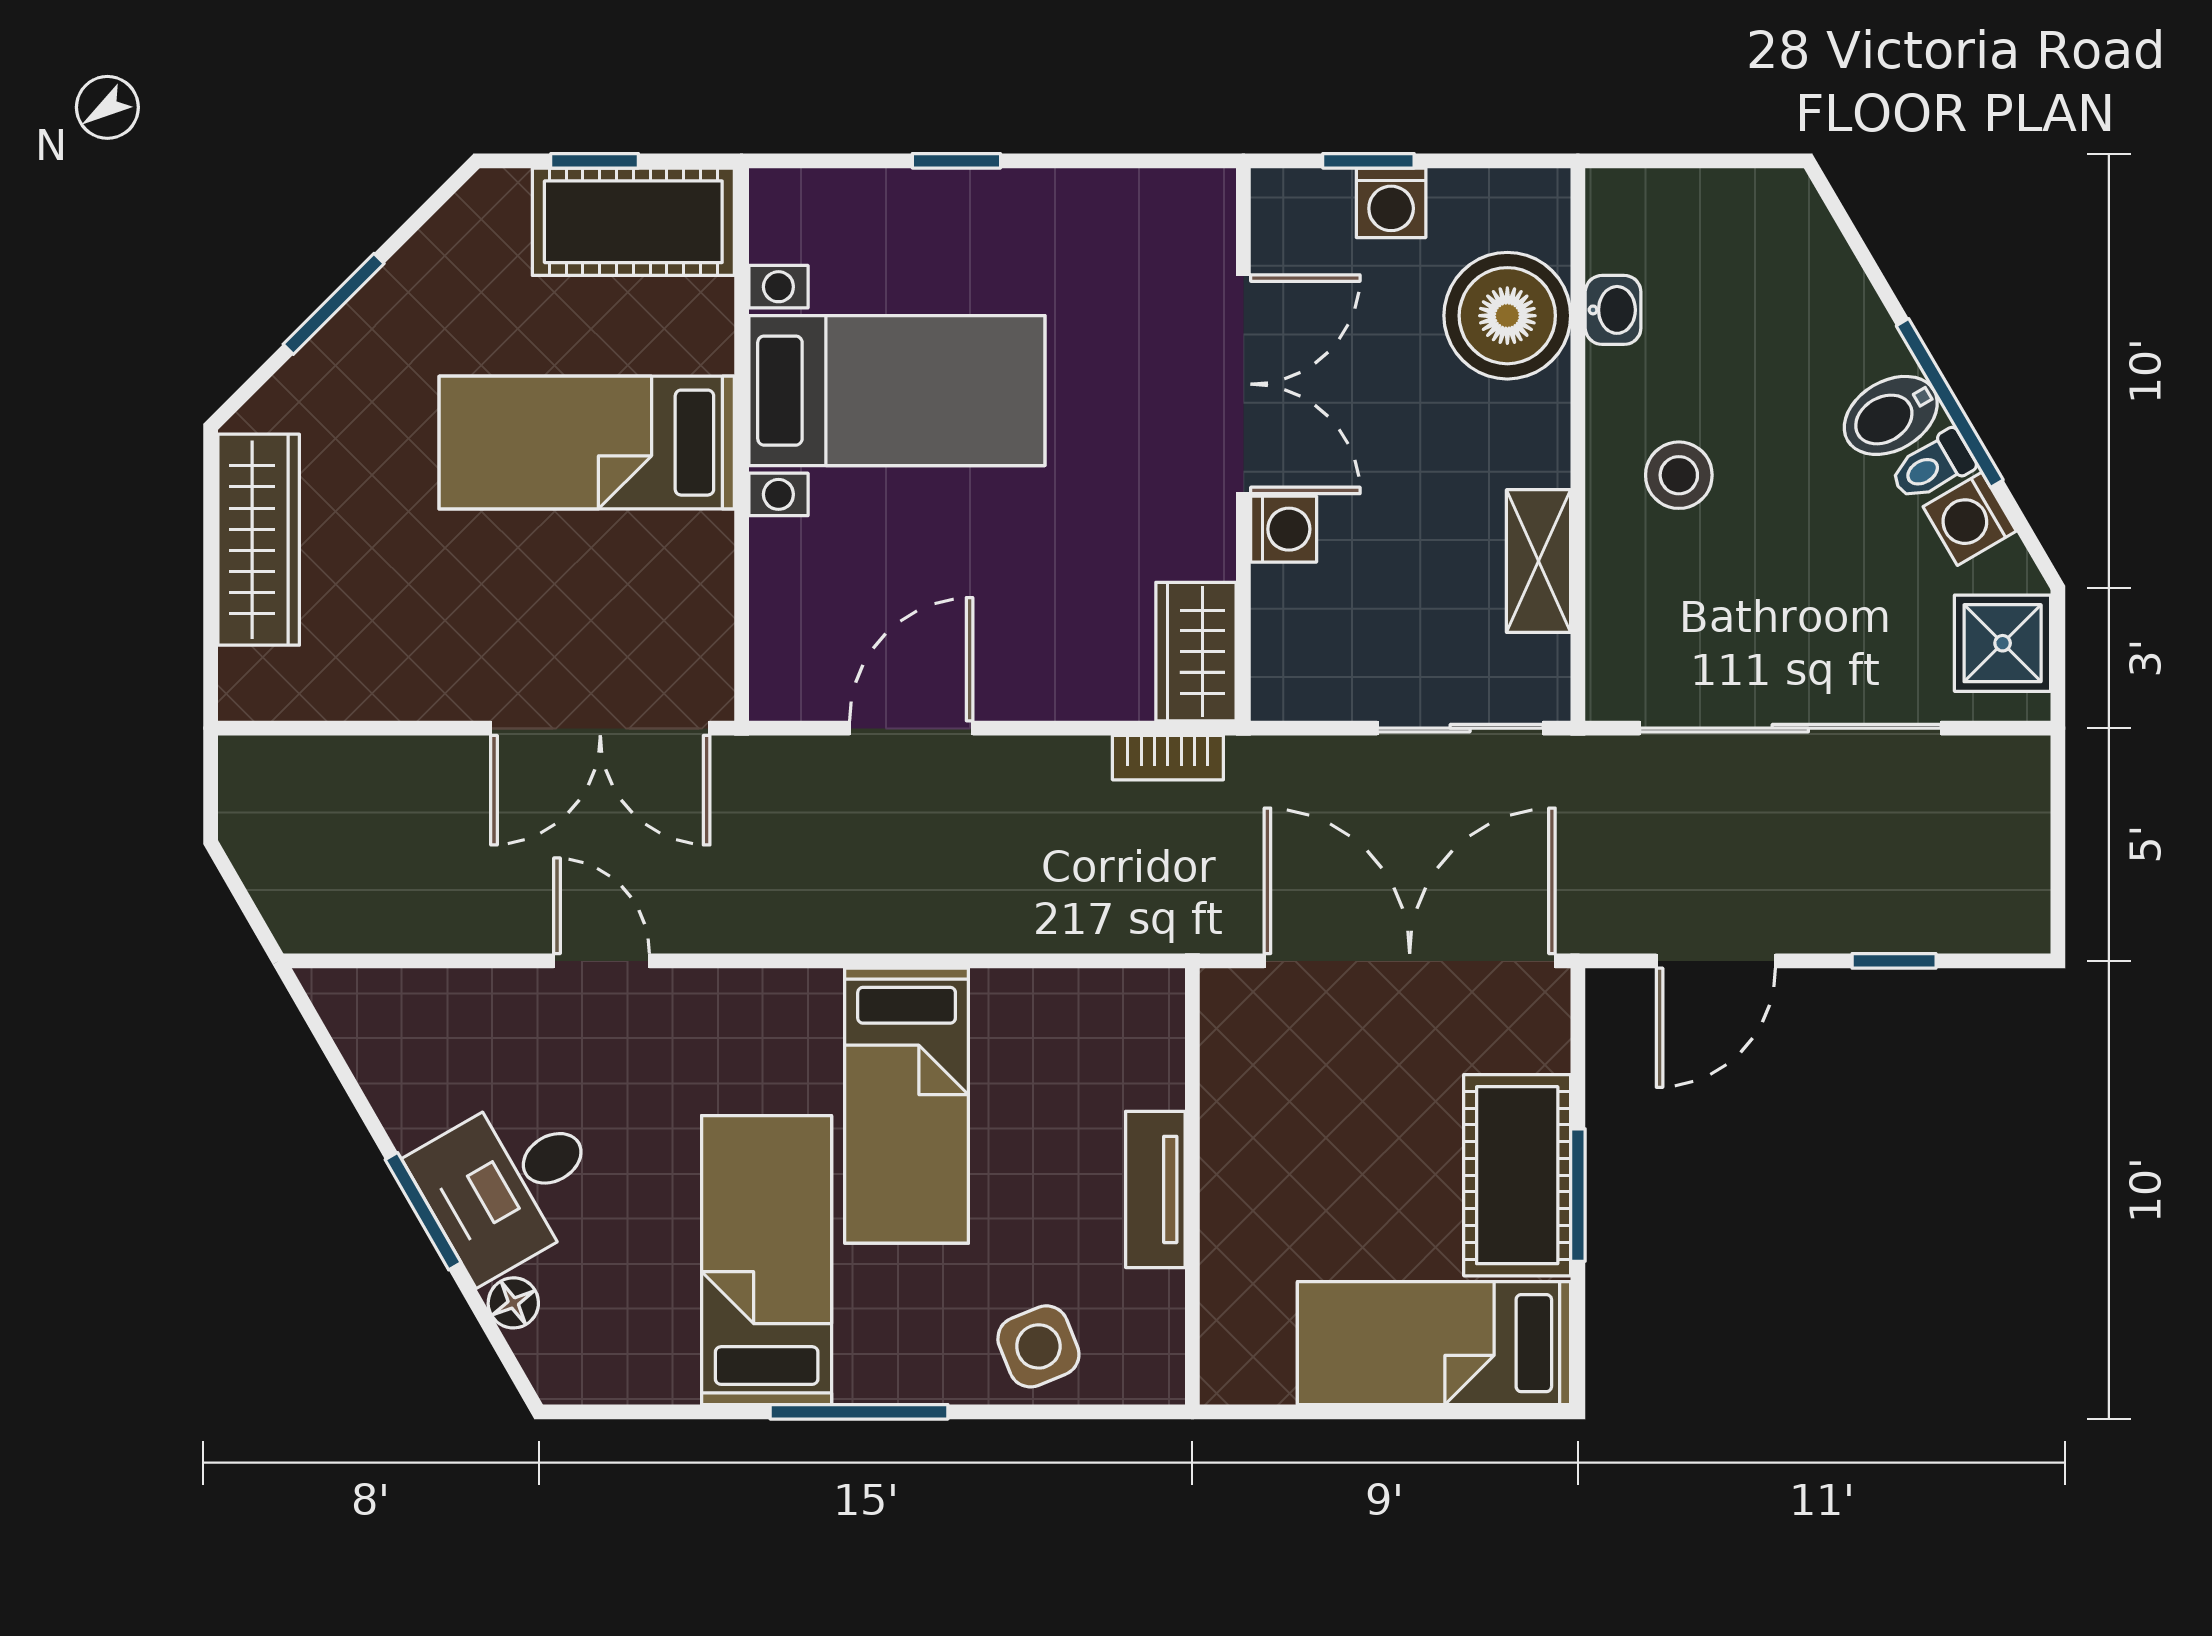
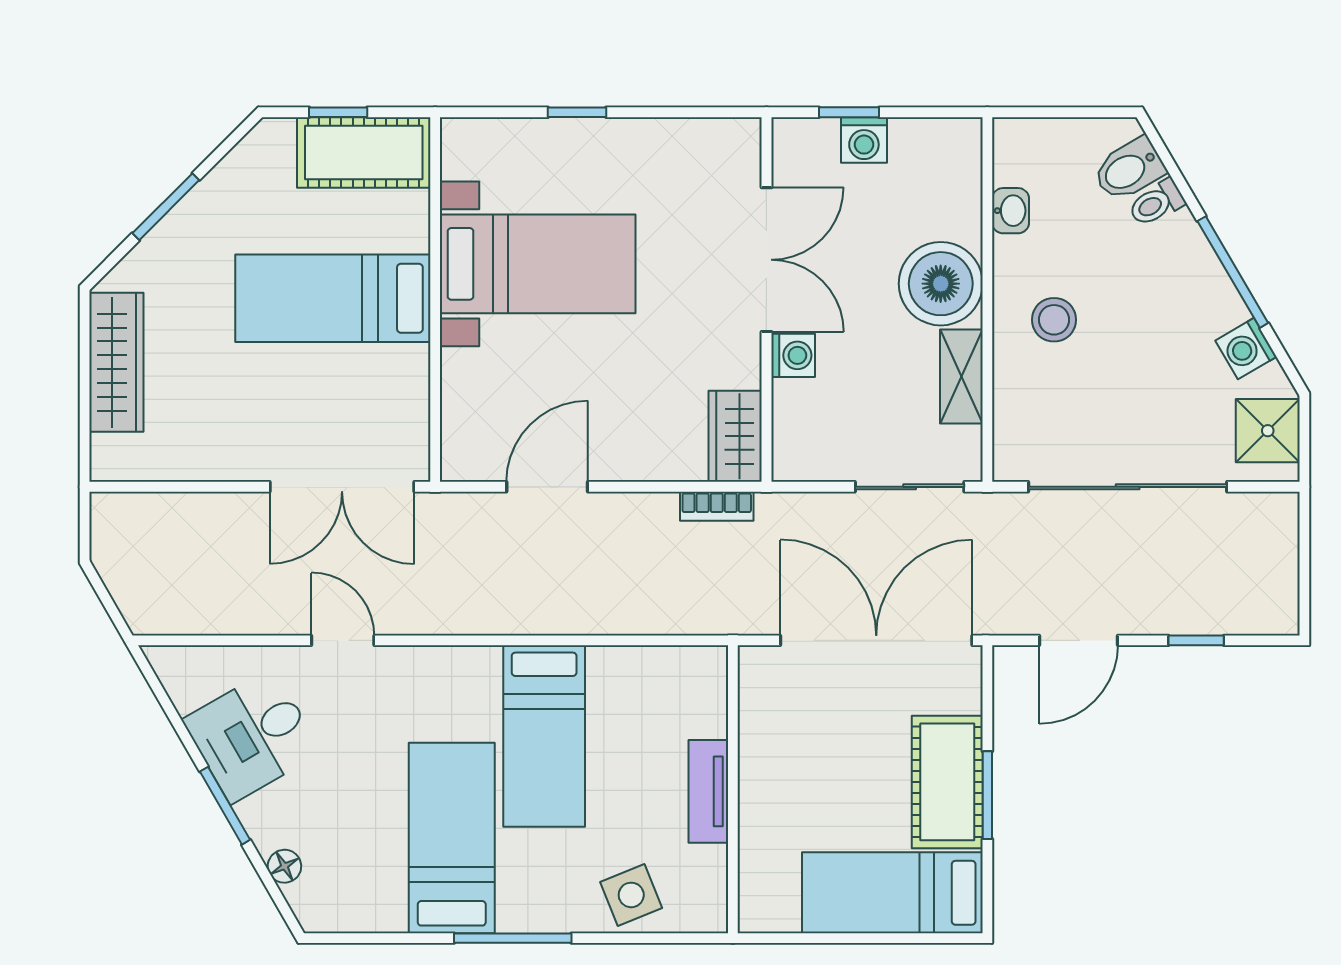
boiler: (1507, 316) -> (941, 284), moved
bidet: (1891, 415) -> (1129, 169), moved
toilet: (1932, 466) -> (1156, 203), moved
desk: (509, 1183) -> (252, 736), moved

